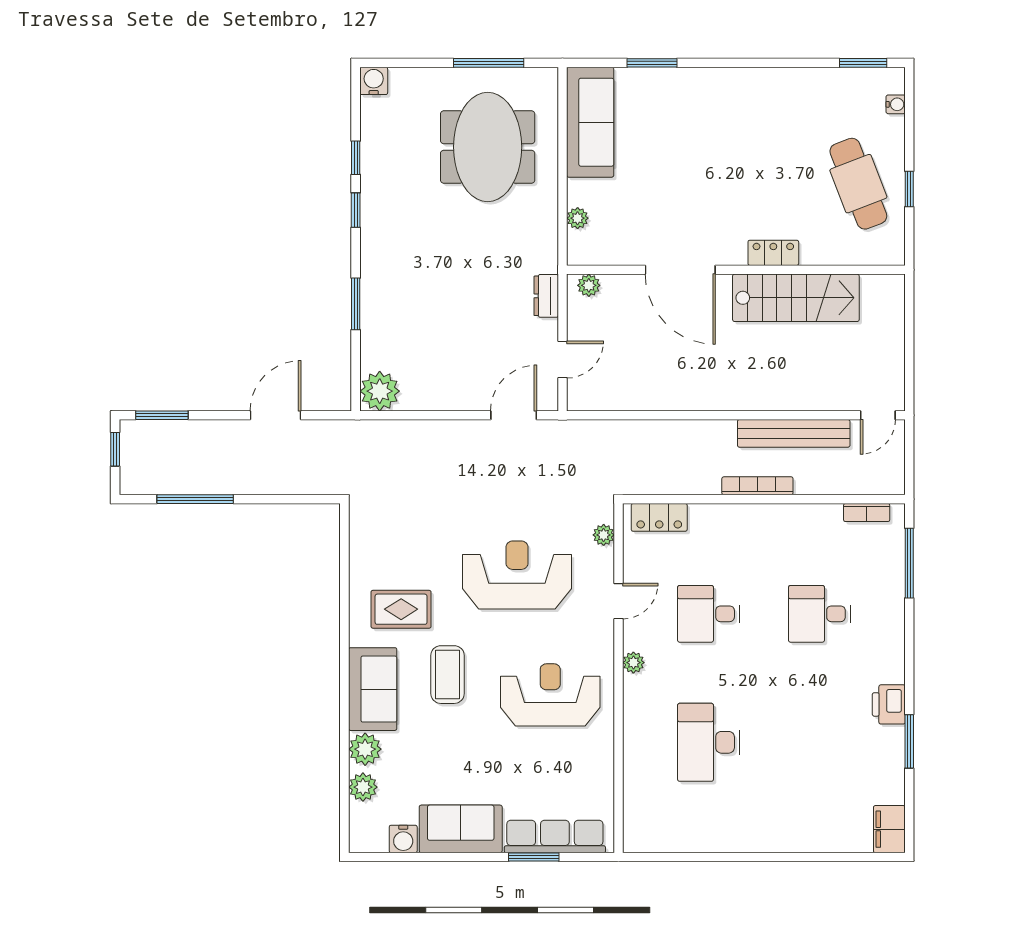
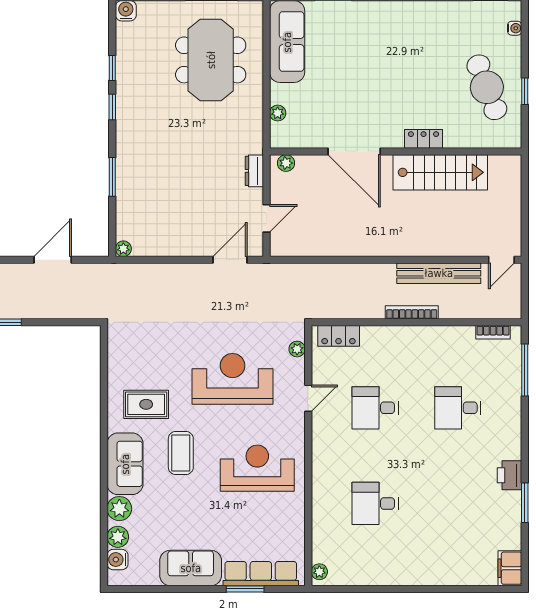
plant: (380, 391) -> (123, 249), width x0.53, depth x0.53
plant: (633, 663) -> (319, 572), moved
desk: (708, 742) -> (375, 503), width x0.73
water cooler: (403, 839) -> (117, 560), moved, turned 90

